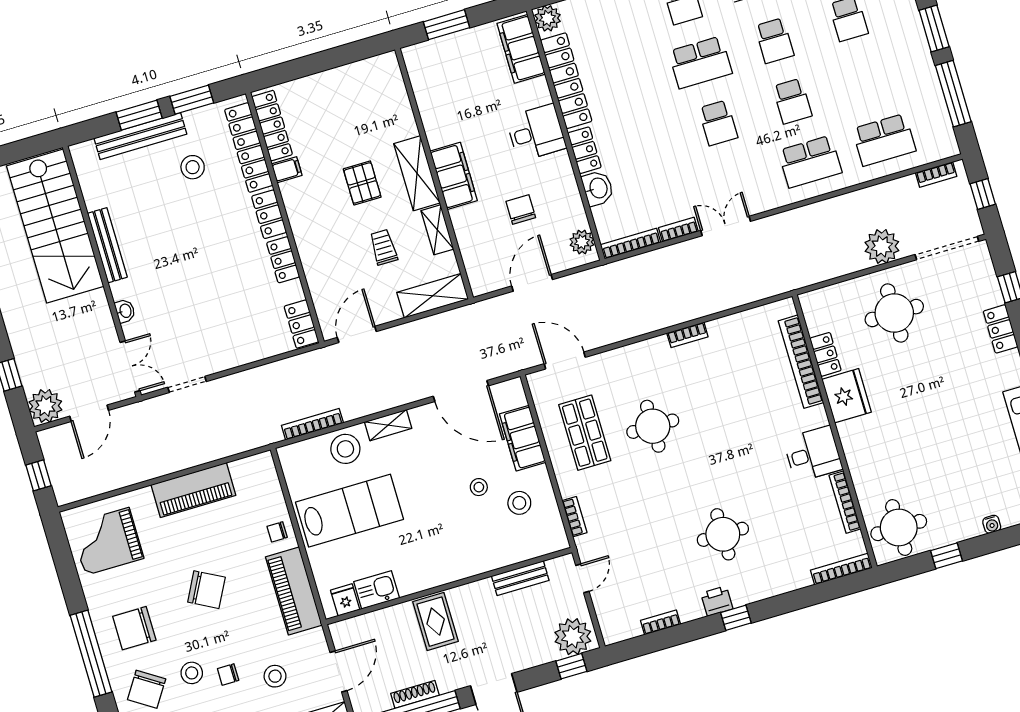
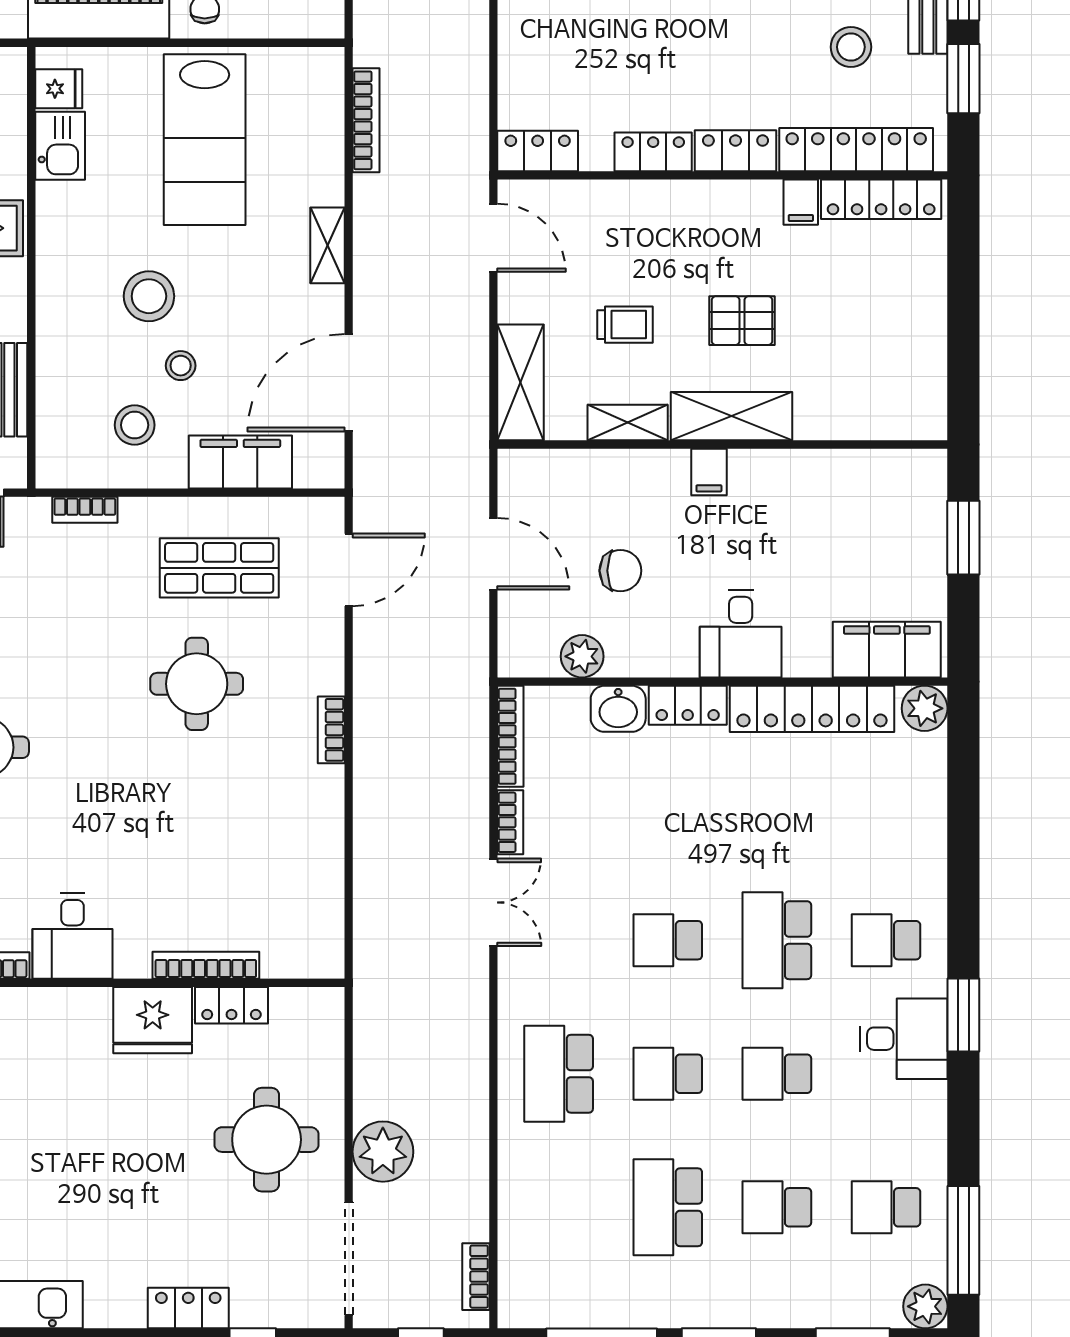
school desk: (884, 140) -> (668, 1207), moved
filing cabinet: (454, 176) -> (709, 472), width x0.33, depth x0.86
plant: (582, 242) -> (582, 656), moved
bookcase: (687, 335) -> (331, 730), moved
bookcase: (801, 362) -> (206, 965), width x0.68, depth x0.76
stool: (345, 449) -> (149, 296), moved

